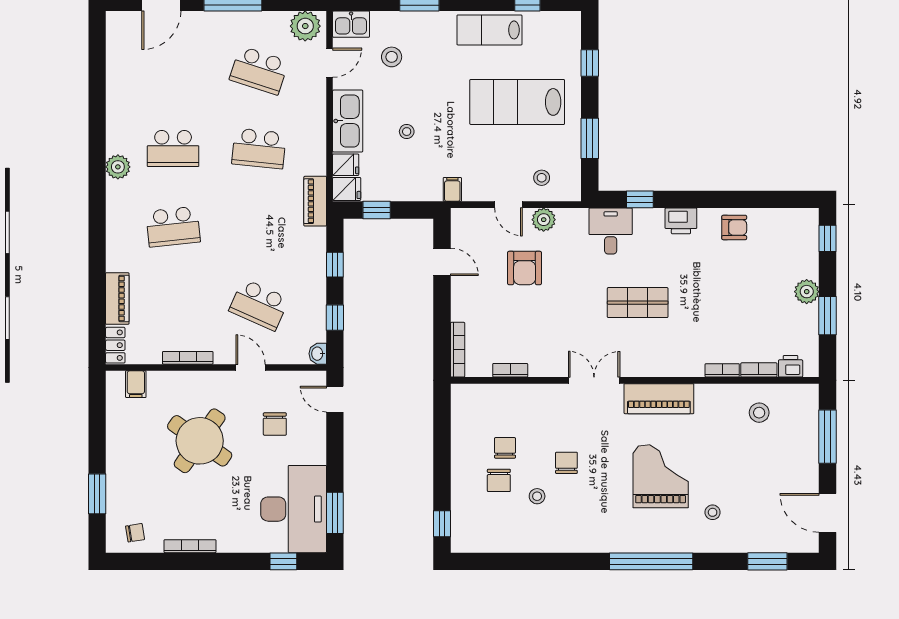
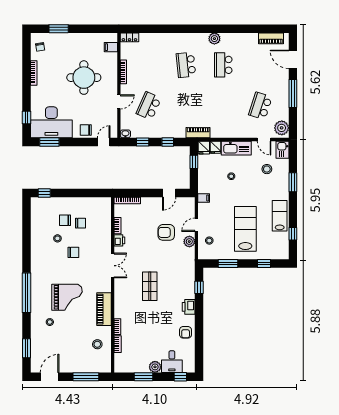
school desk: (259, 148) -> (223, 106), removed
desk: (611, 231) -> (172, 362), moved, turned 90
piano: (117, 298) -> (271, 38), moved
printer: (791, 366) -> (119, 240), moved
piano: (659, 399) -> (104, 309), moved
chair: (275, 424) -> (86, 130), moved
round table: (200, 441) -> (84, 78), turned -35

